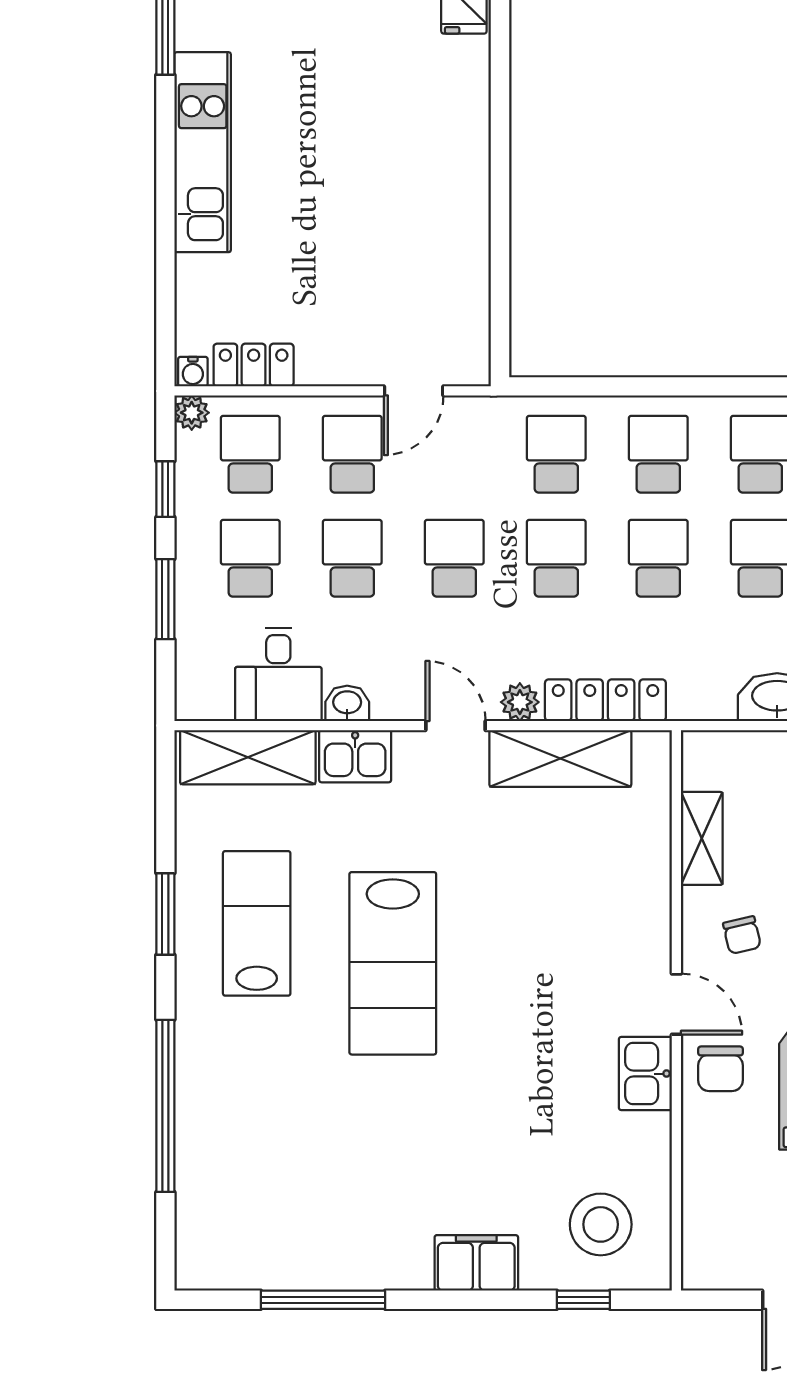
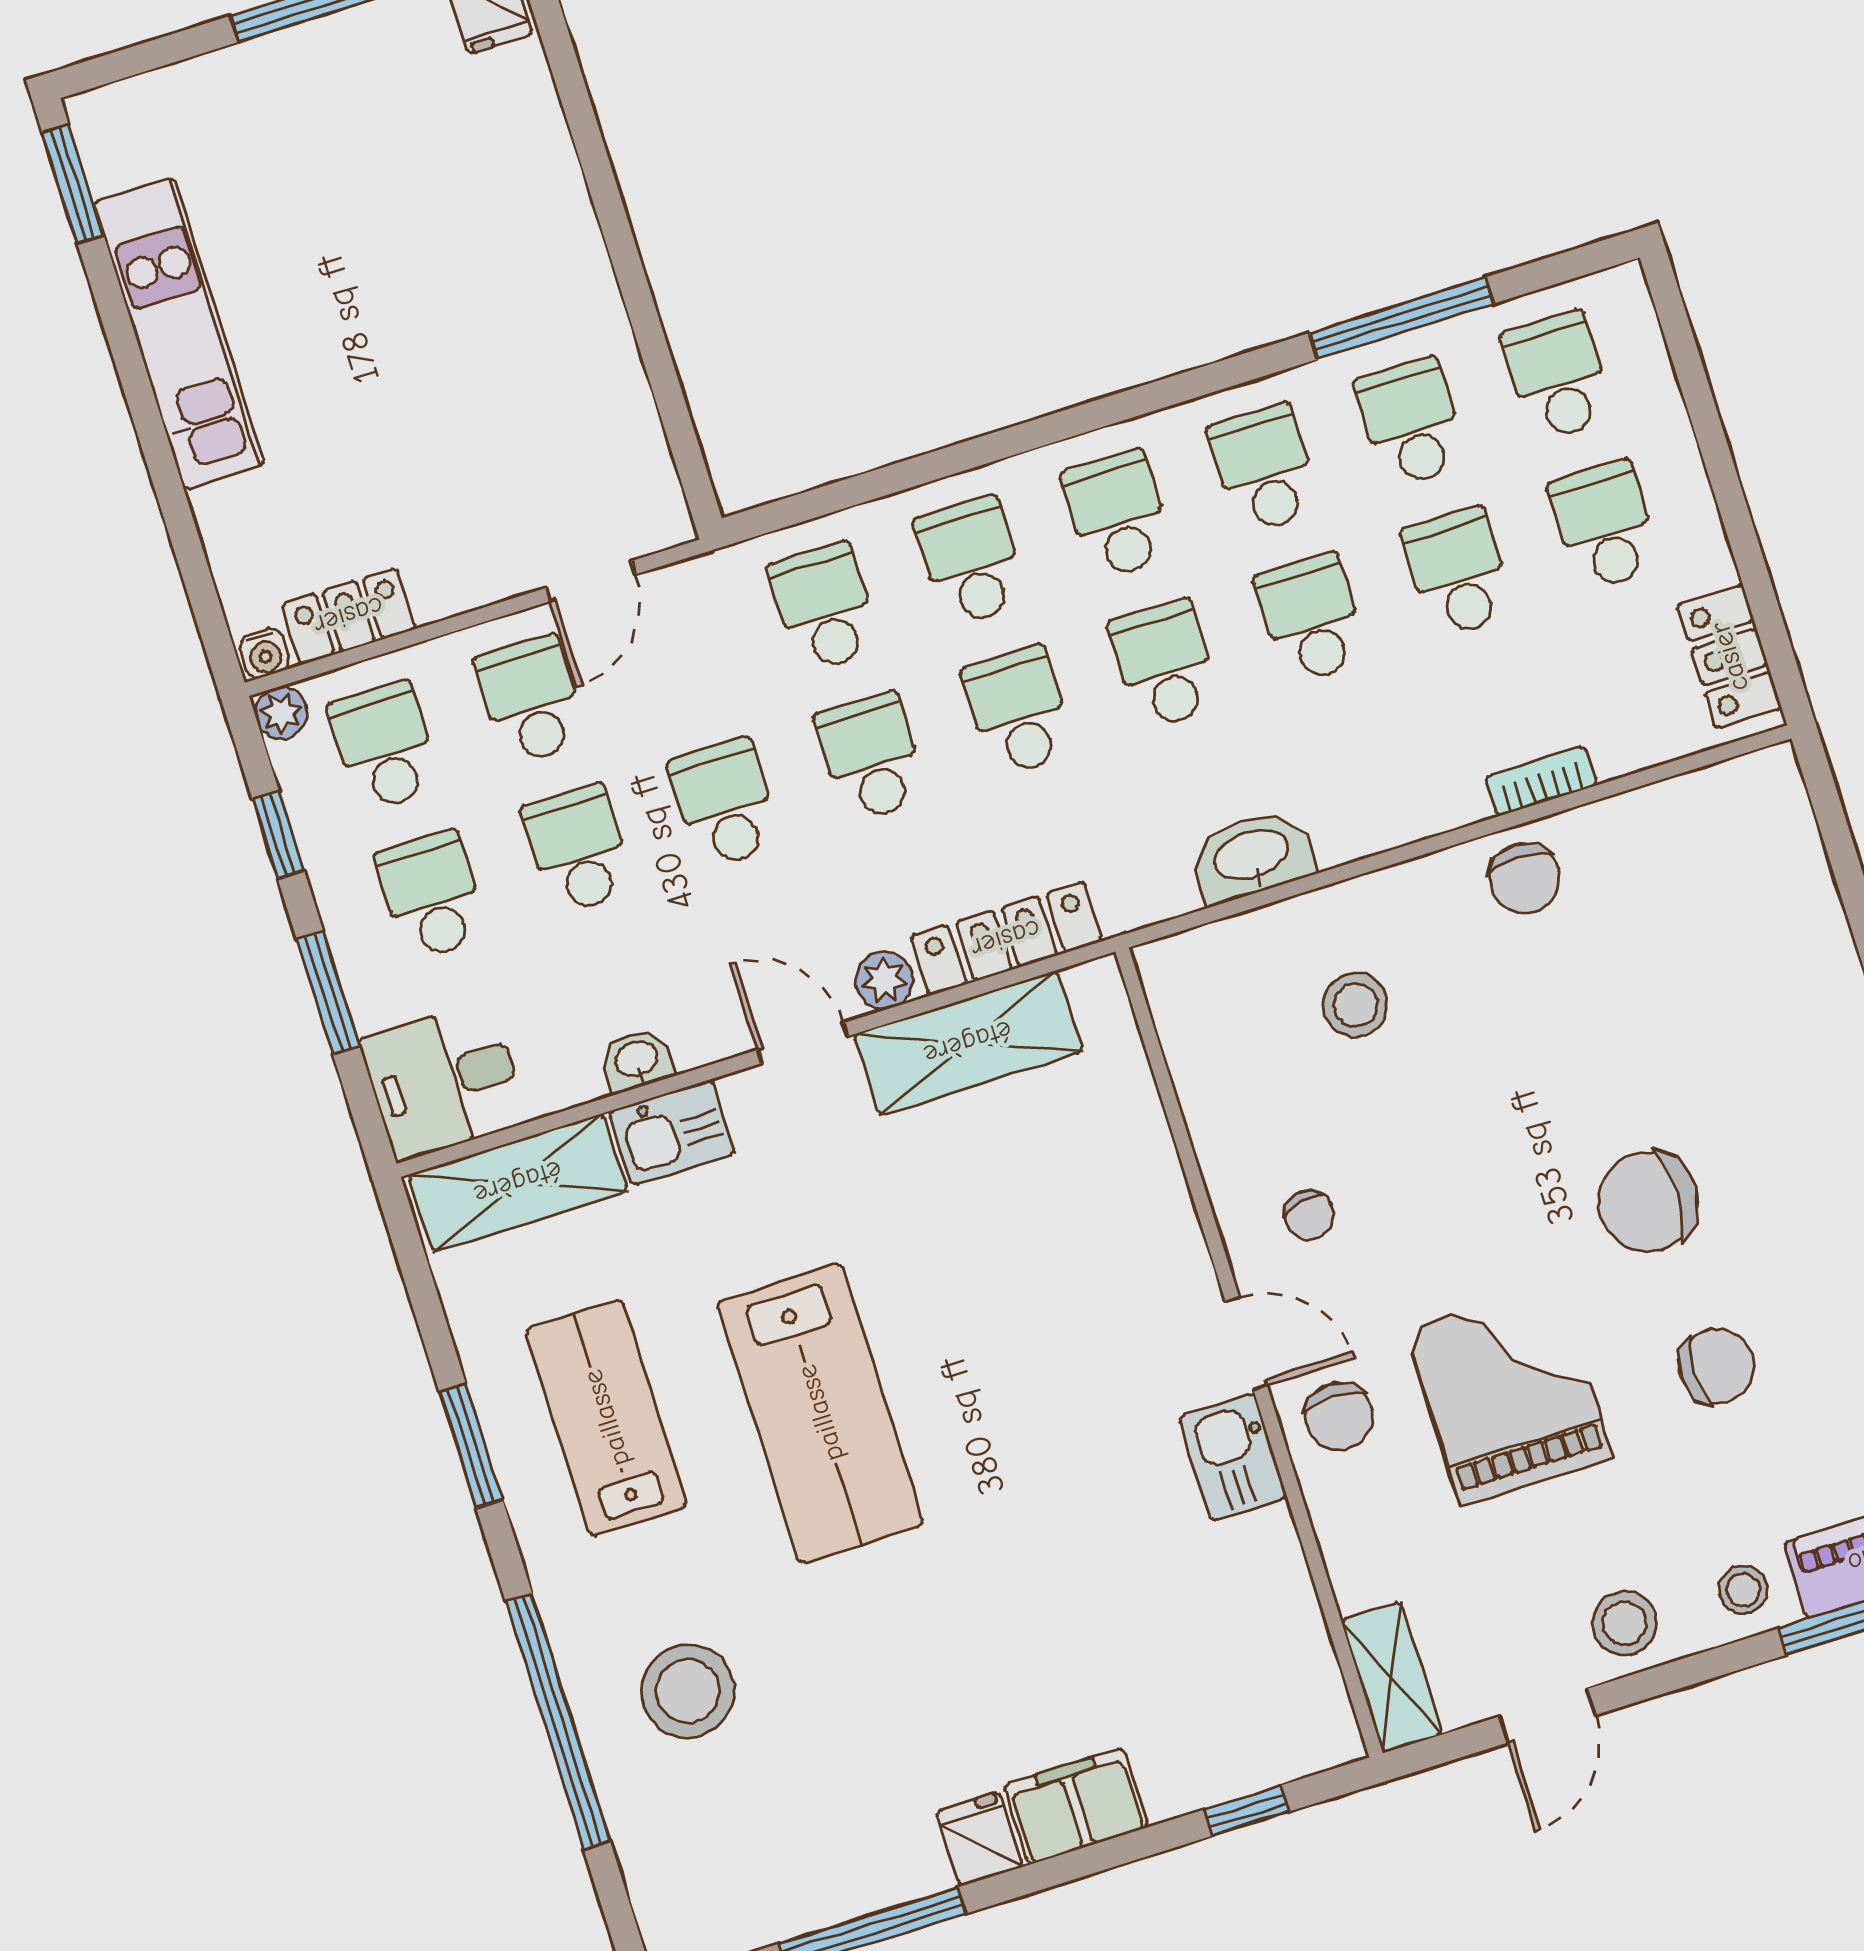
desk: (278, 674) -> (444, 1081), moved, turned 90
shelving: (702, 838) -> (1392, 1677), moved
stool: (601, 1224) -> (688, 1691), moved
fridge: (409, 1264) -> (980, 1839), added

